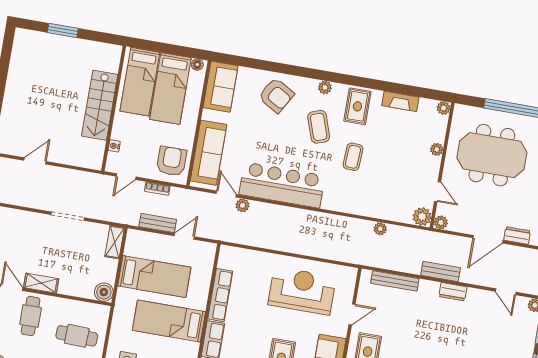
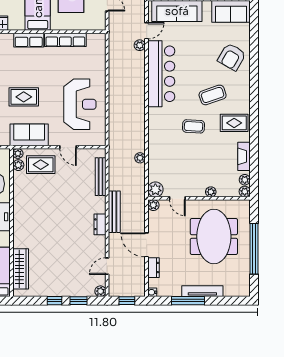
plant: (325, 87) -> (245, 180), moved
door: (438, 192) -> (177, 198), hinge flipped
bench: (441, 271) -> (114, 212), width x1.36

